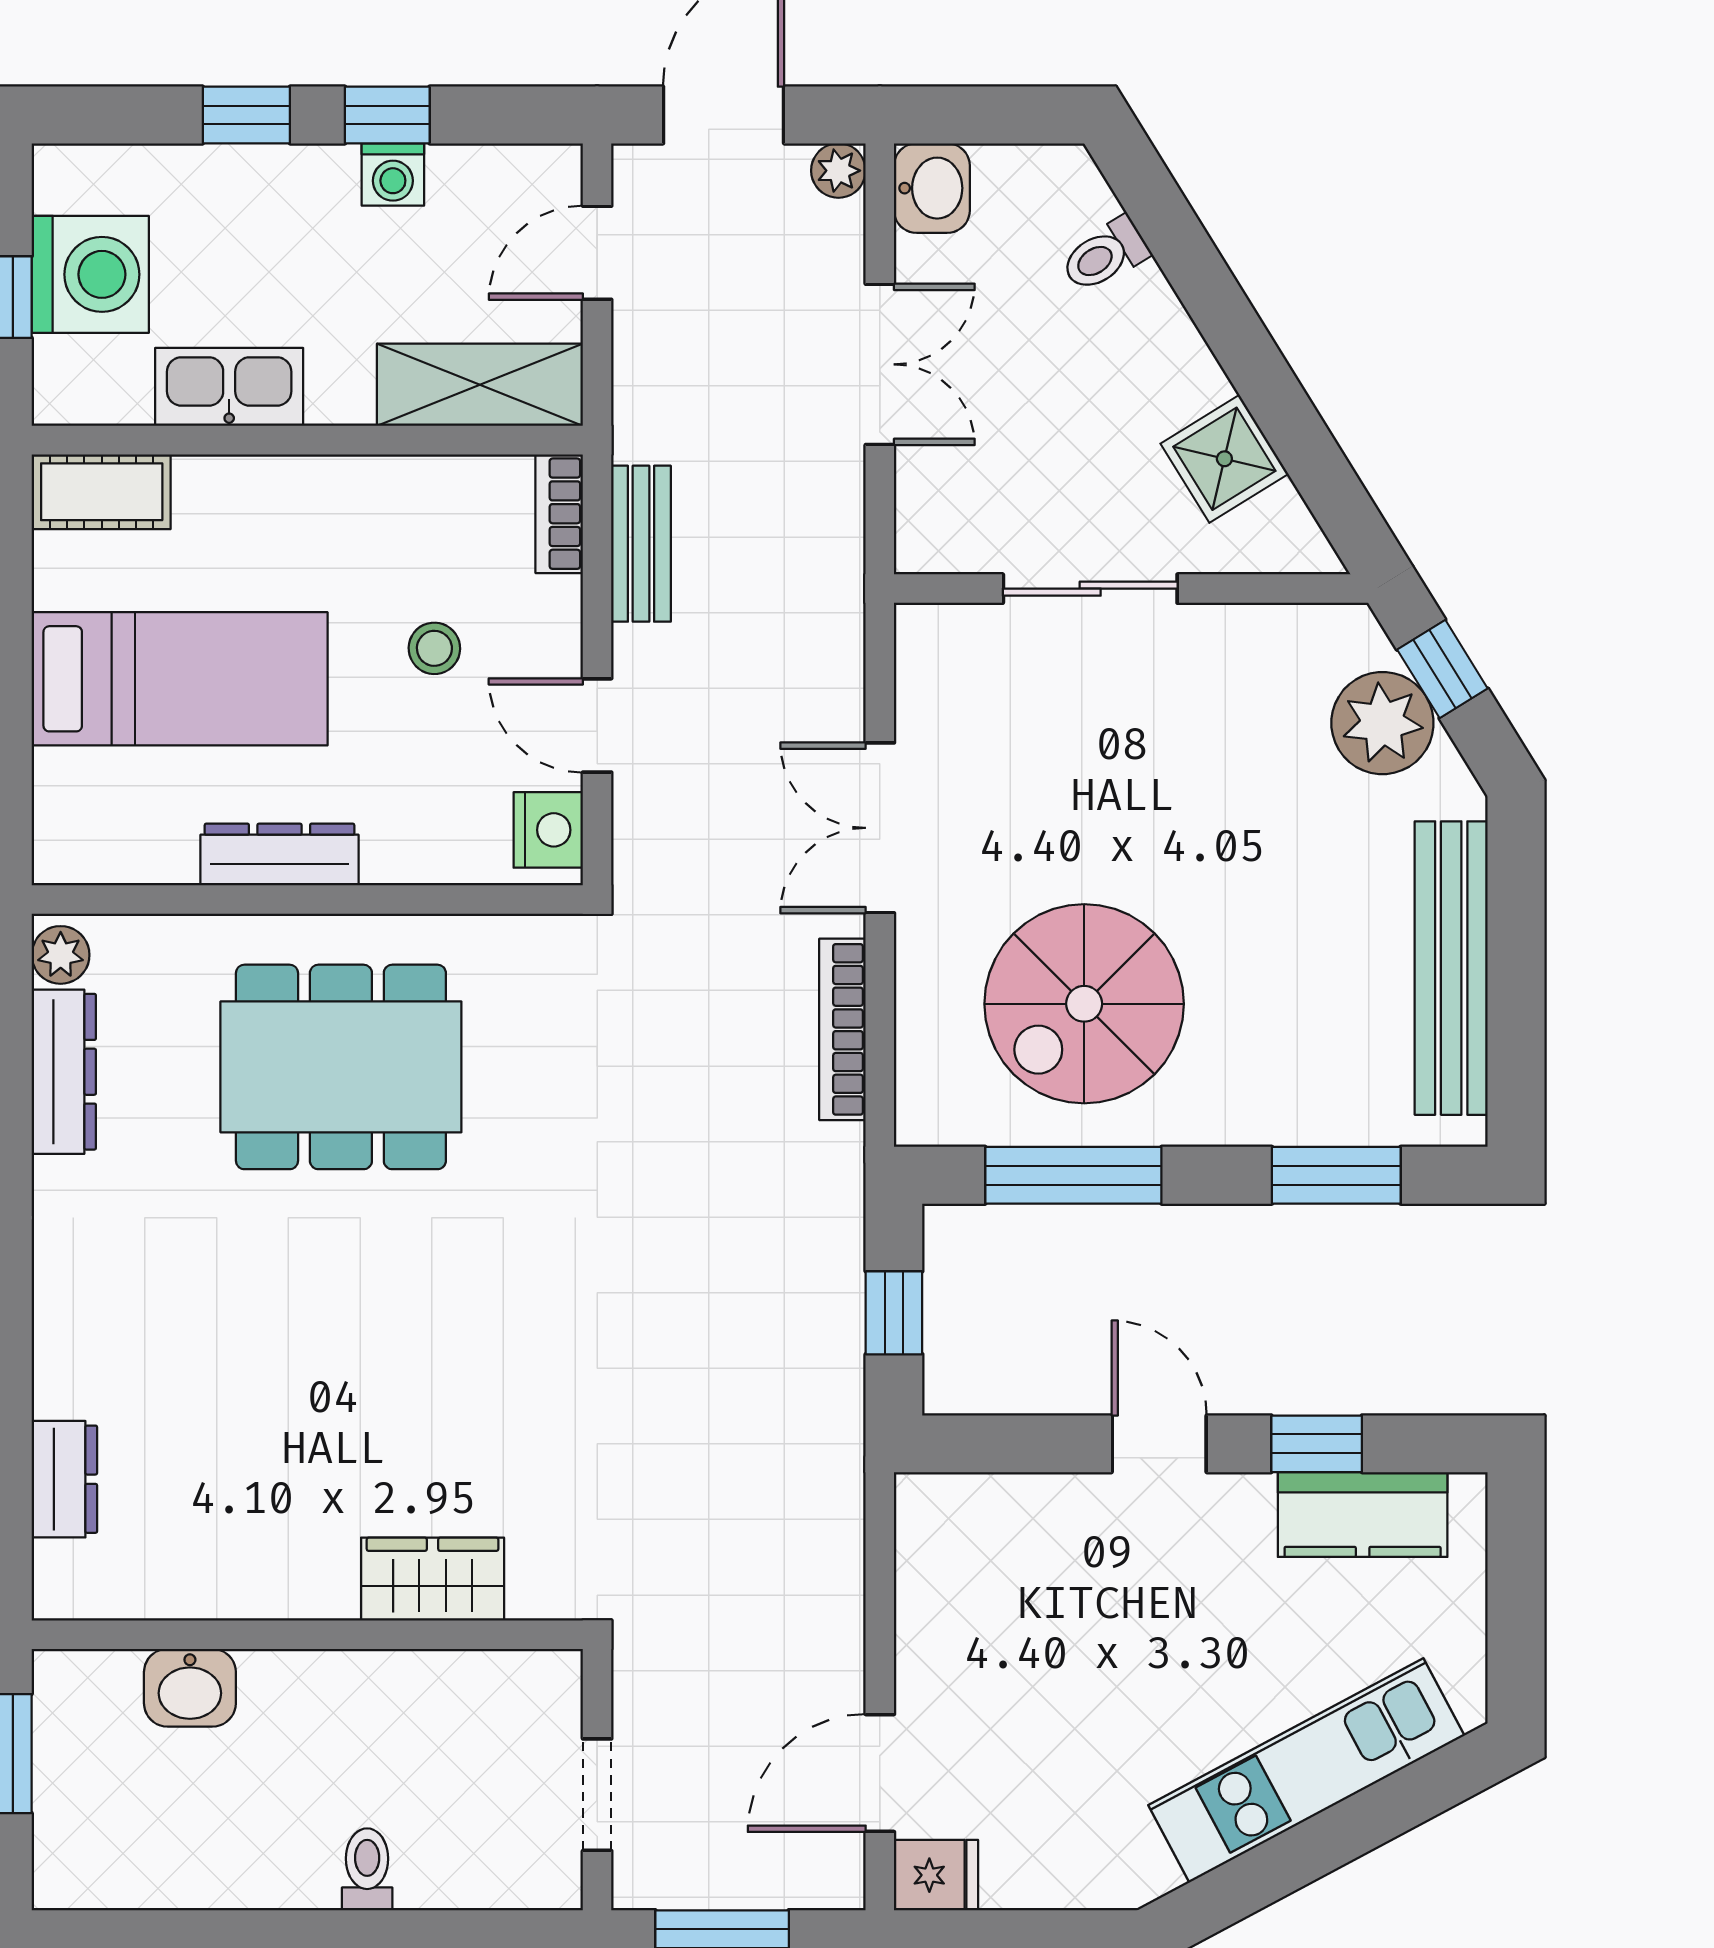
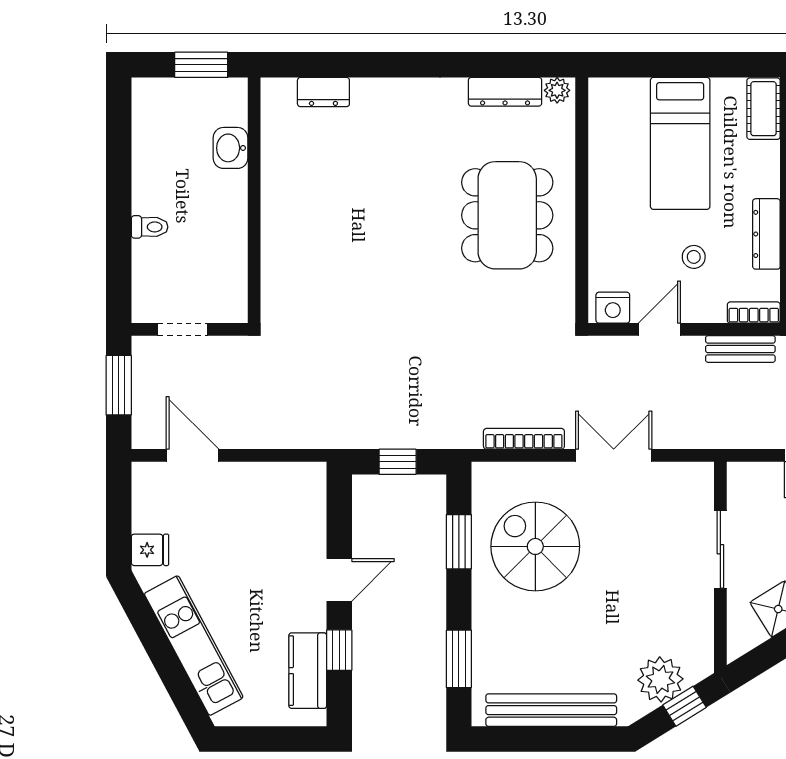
dresser: (279, 855) -> (766, 234), moved, turned 180
window: (1073, 1175) -> (459, 542), width x0.69
wardrobe: (433, 1579) -> (279, 256), removed
fridge: (936, 1875) -> (150, 550), moved, turned -90

